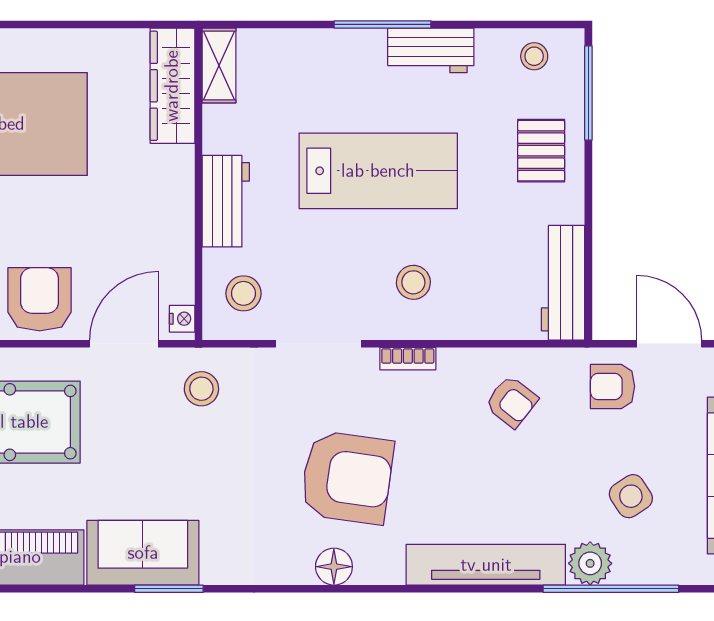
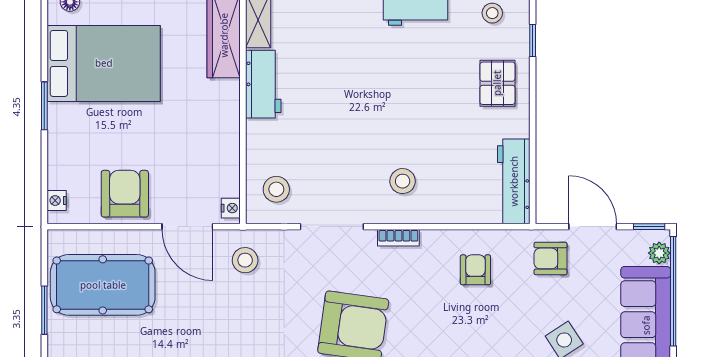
window: (588, 93) -> (533, 40), width x0.46
lab bench: (378, 171) -> (376, 98), removed
workbench: (226, 201) -> (263, 84), moved
door: (124, 344) -> (187, 227), swing flipped
armchair: (511, 402) -> (475, 270), turned -128

